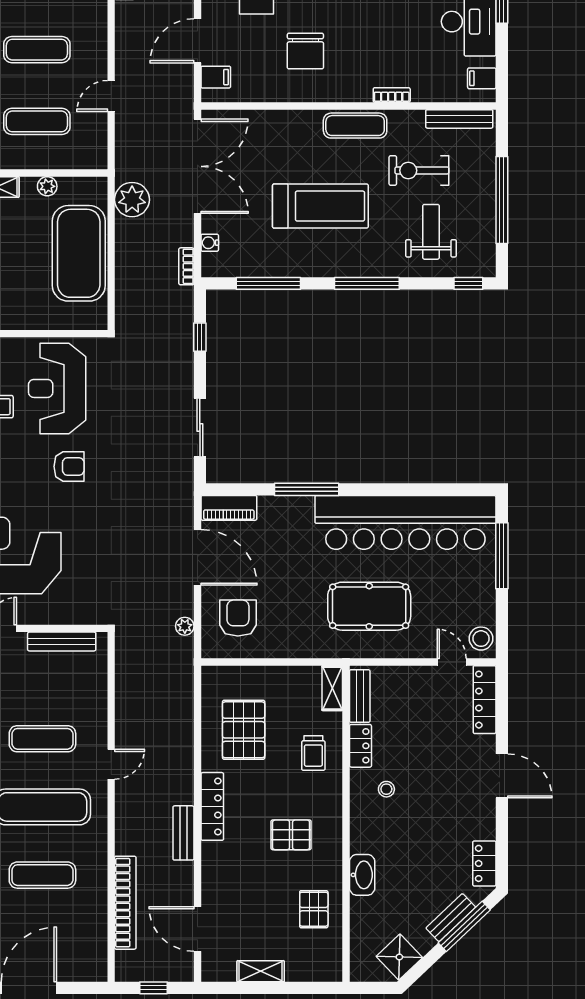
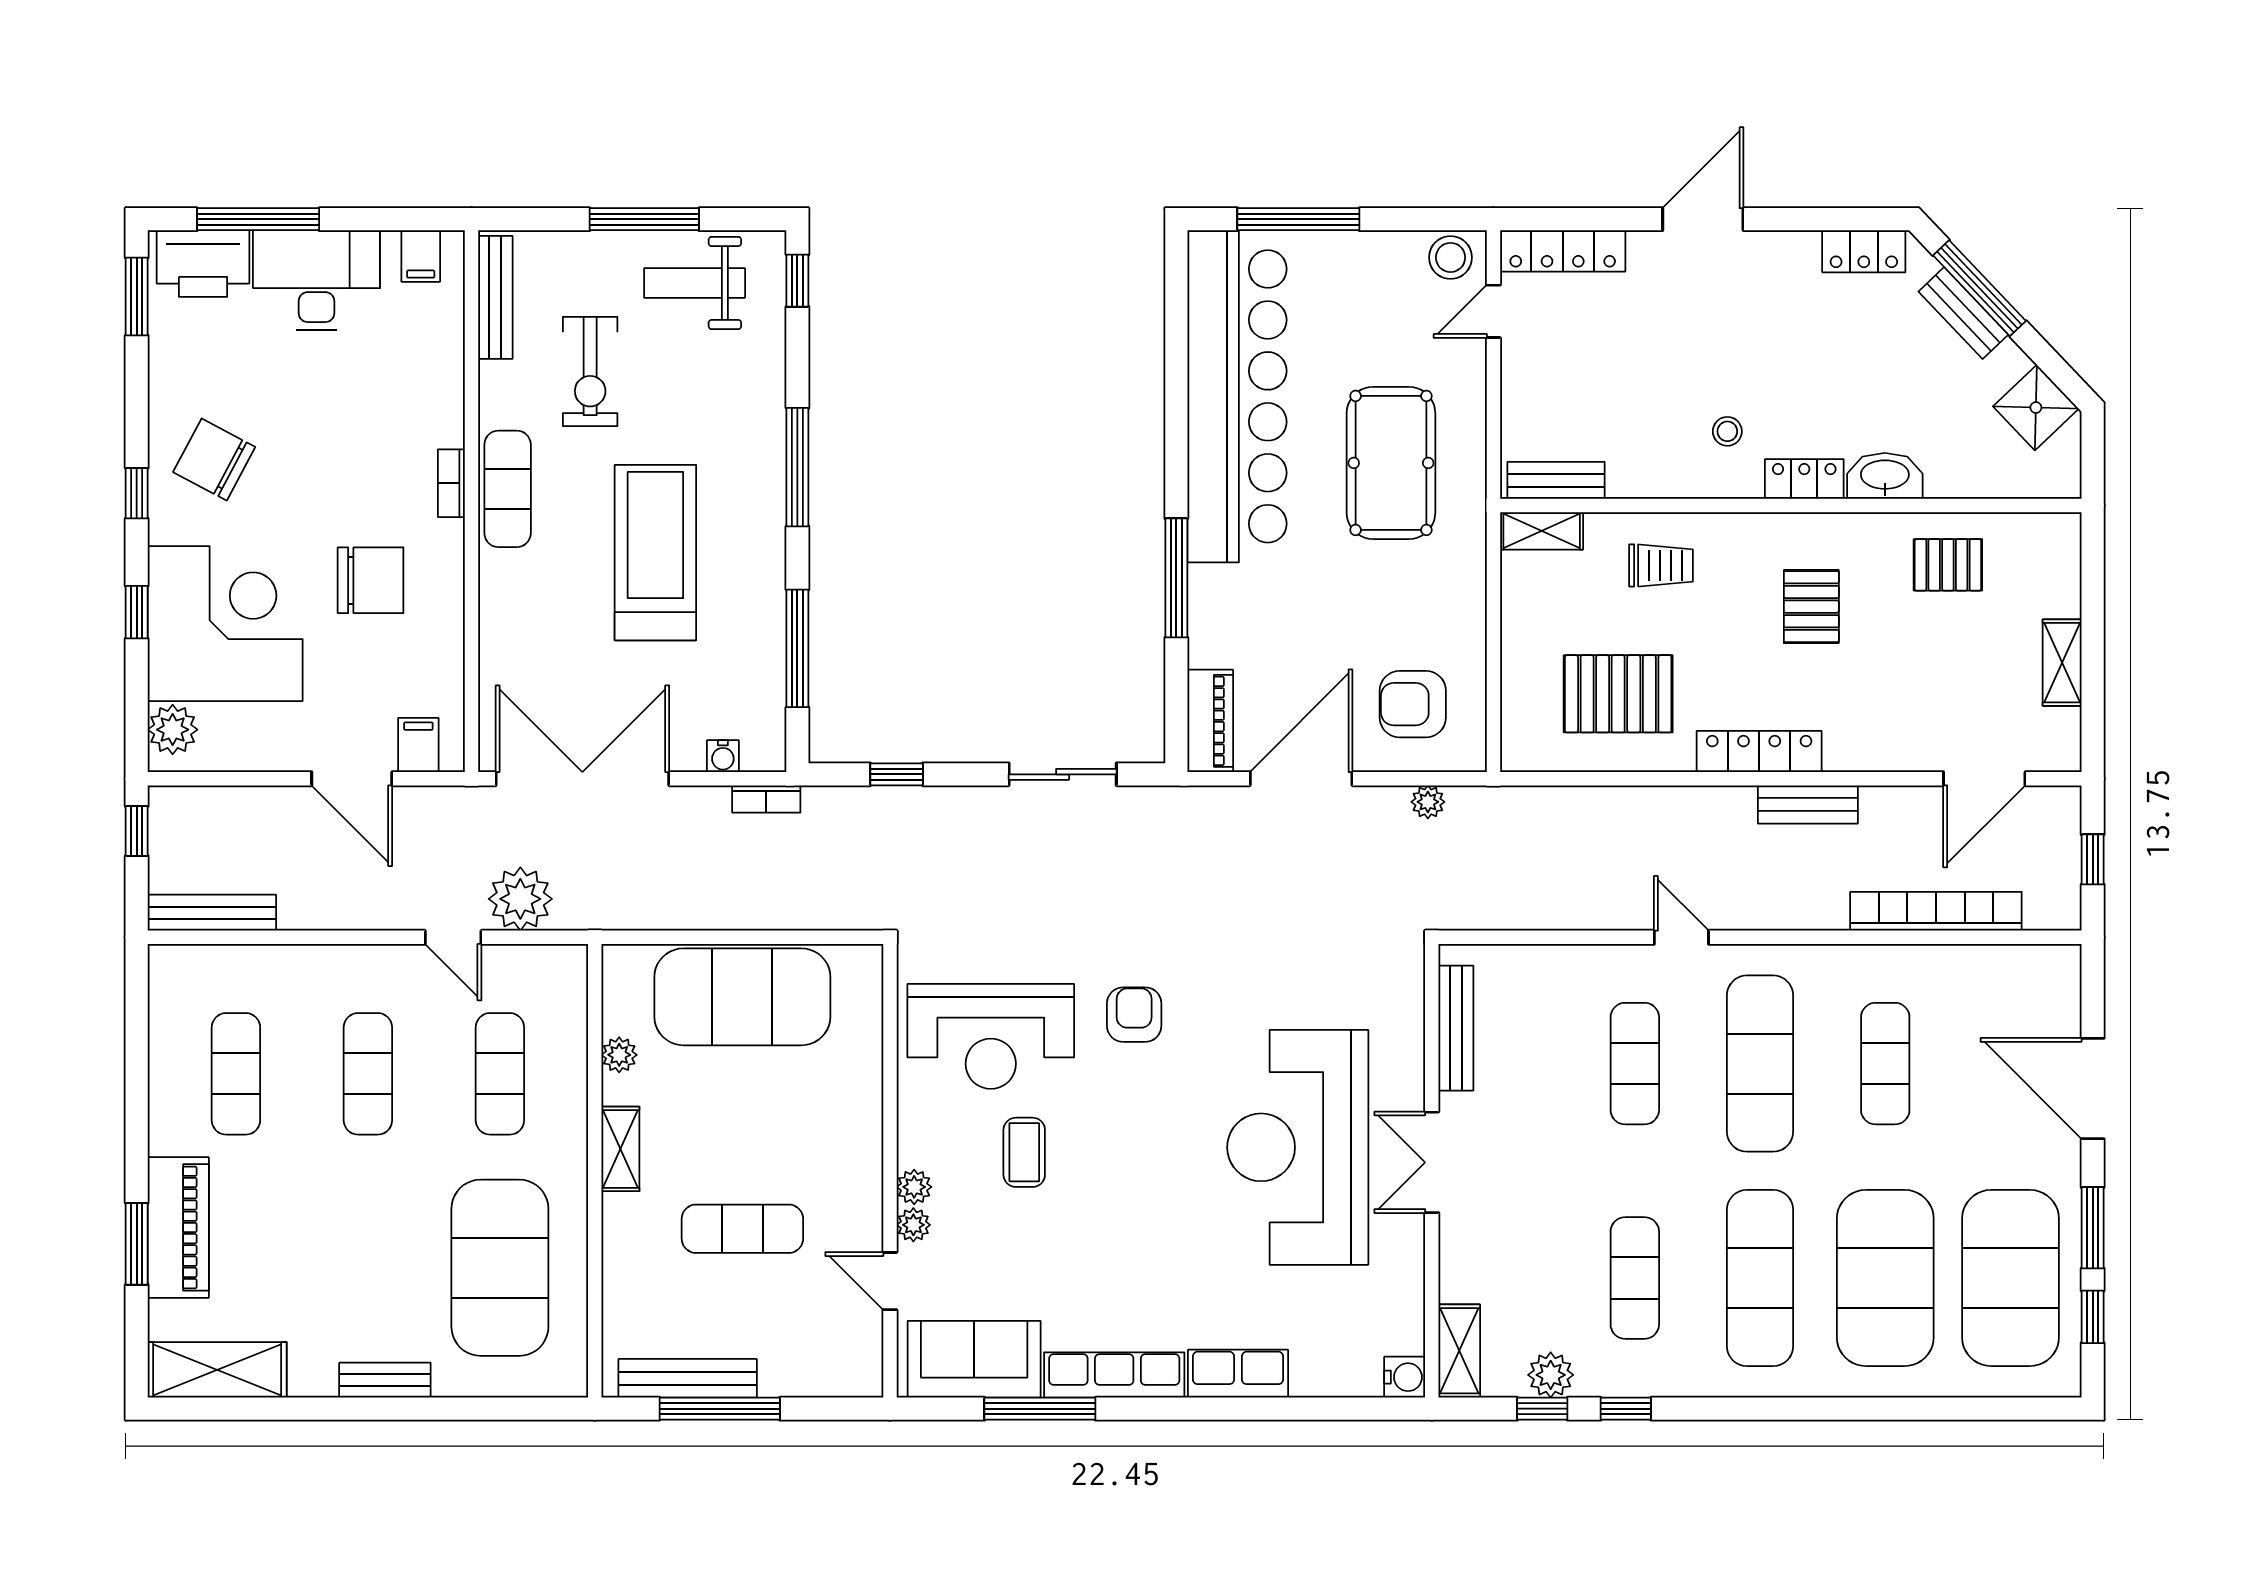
bookcase: (392, 95) -> (451, 483), moved
plant: (132, 200) -> (520, 899), moved
window: (502, 200) -> (644, 219), width x0.68
weight bench: (431, 232) -> (695, 283), moved
locker: (360, 746) -> (1804, 479), moved

